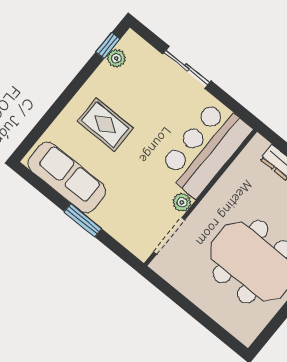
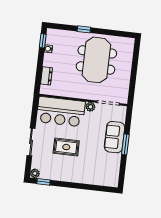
plant: (116, 58) -> (35, 173), moved
rug: (105, 124) -> (66, 147), moved, turned 90
sofa: (67, 177) -> (114, 137), moved, width x0.73

